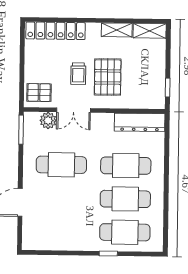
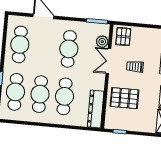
pallet: (108, 77) -> (124, 98), moved
cafe table: (60, 231) -> (20, 44), added

